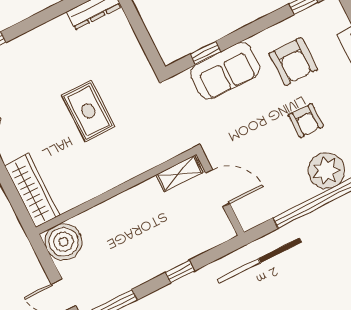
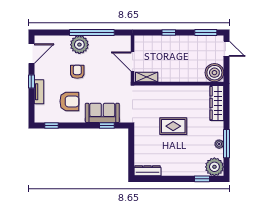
armchair: (293, 62) -> (69, 101), turned 90
rug: (88, 111) -> (173, 126), turned 90

